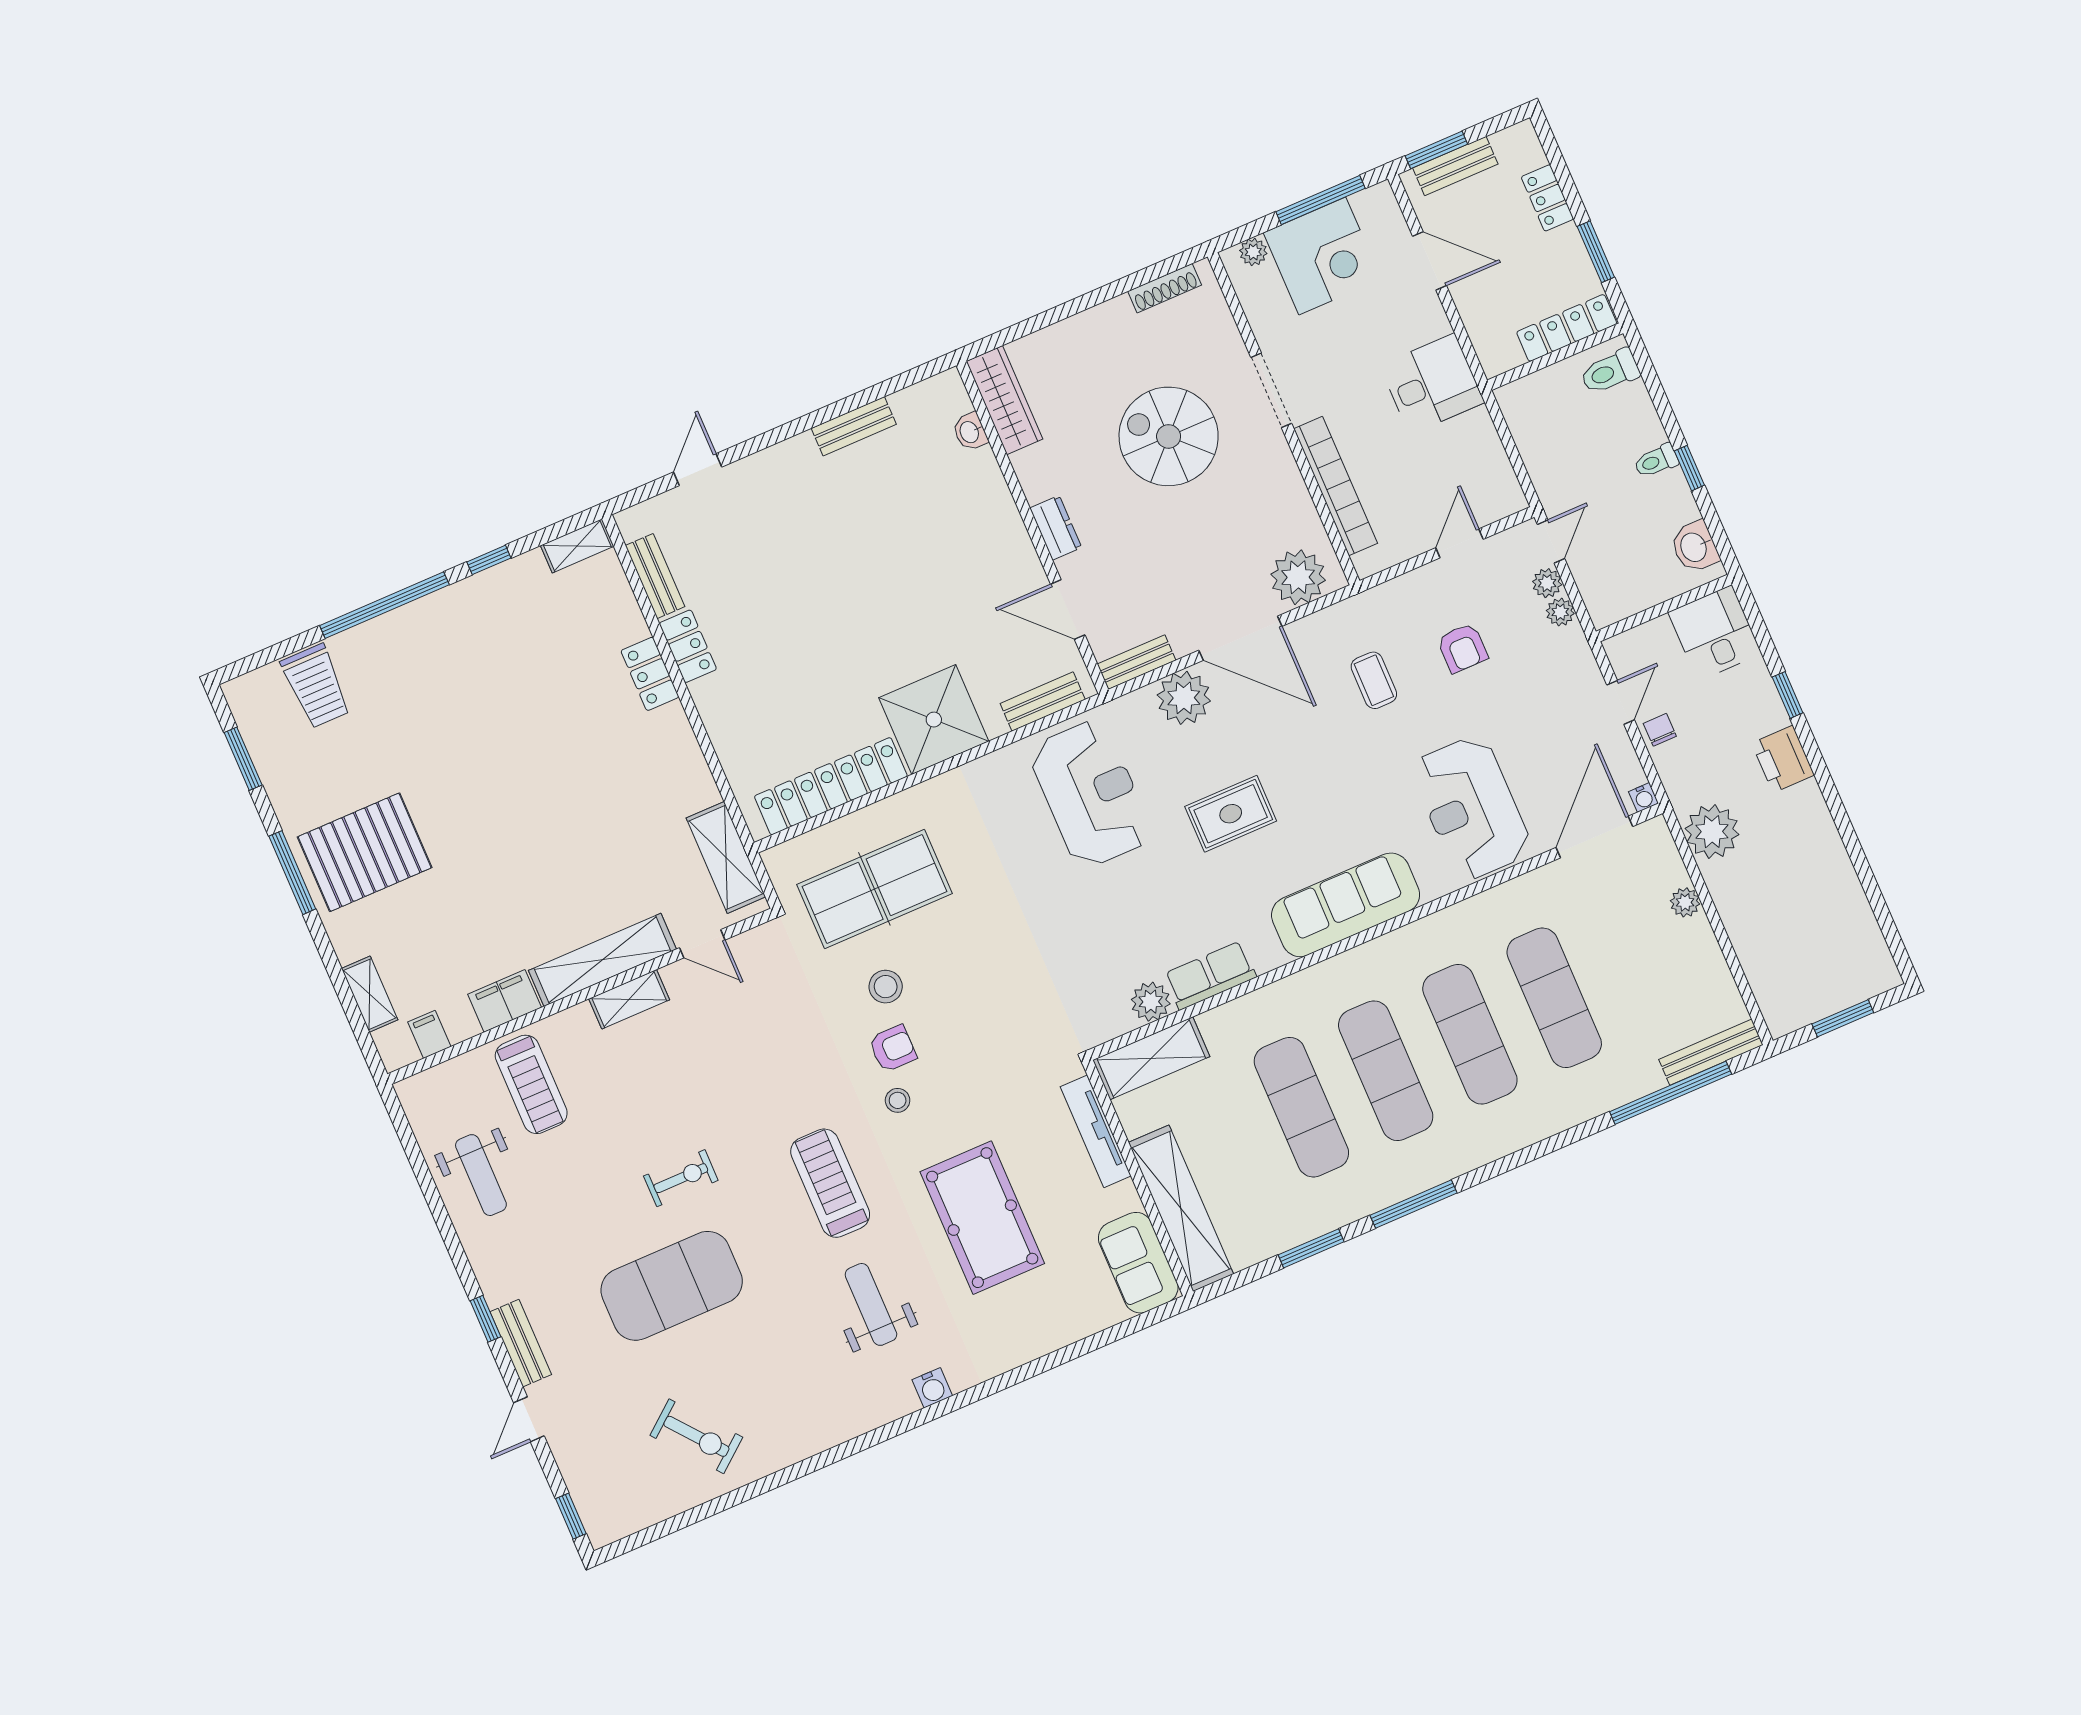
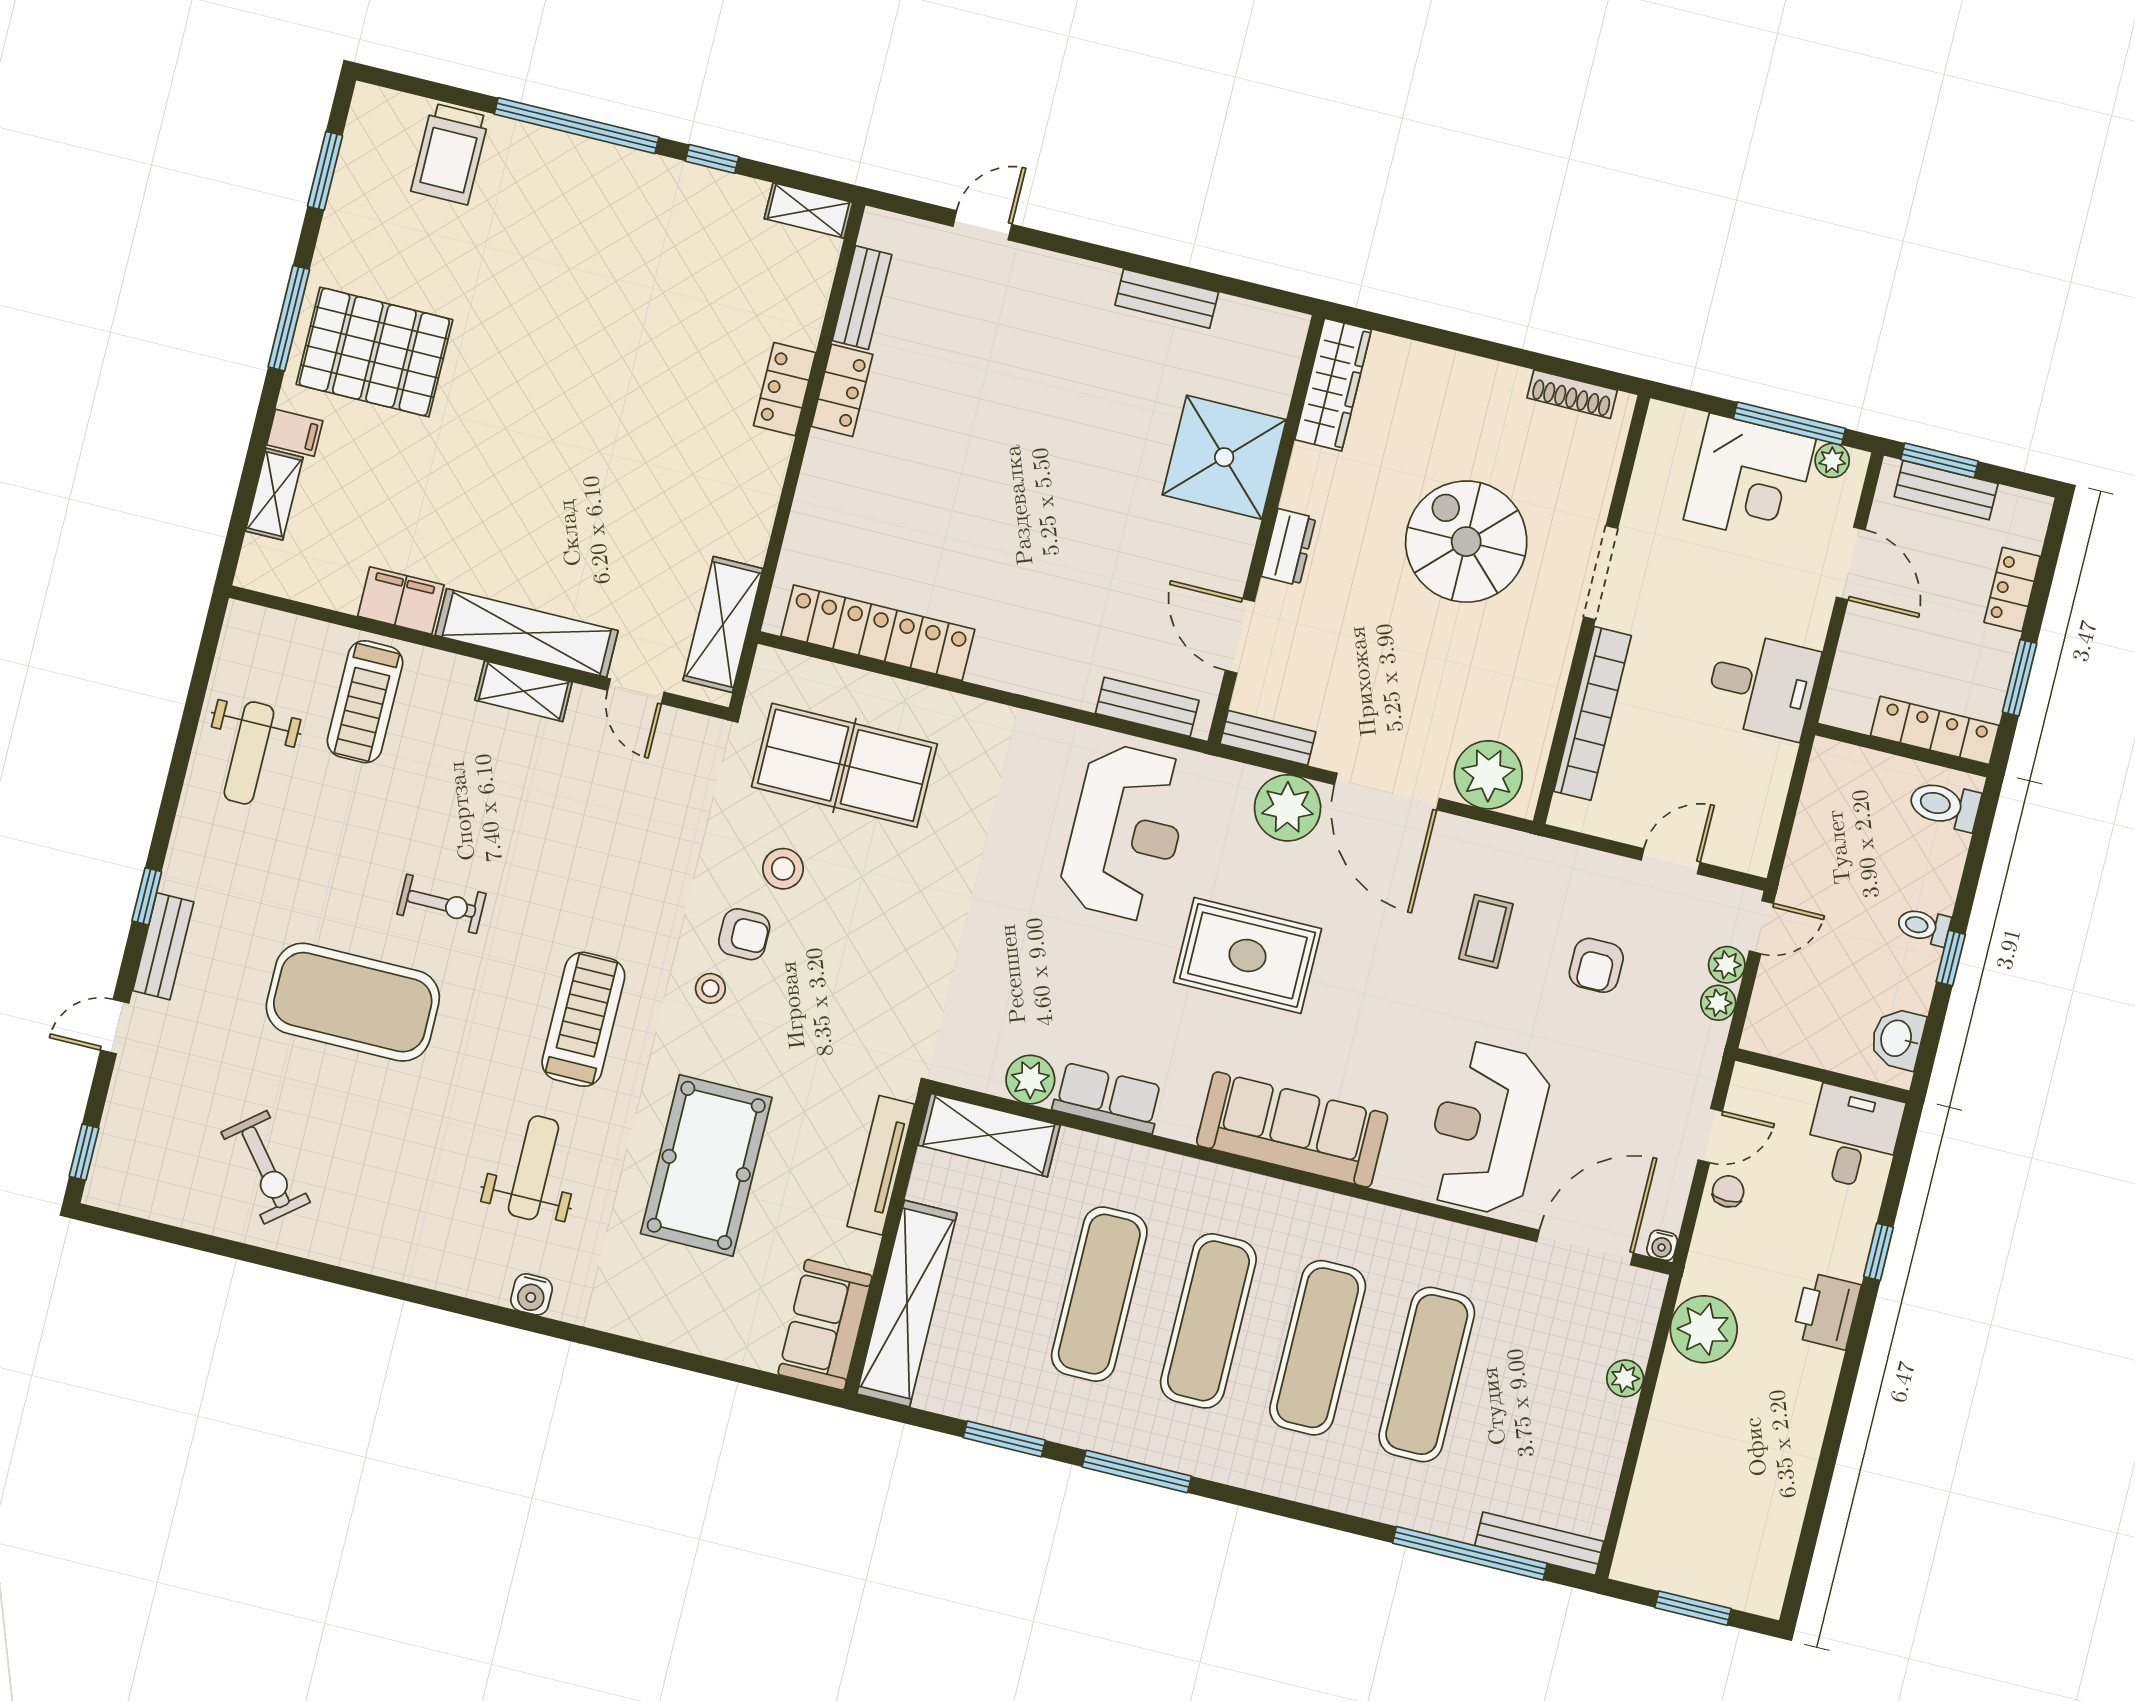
plant: (1253, 252) -> (1832, 460), moved
washbasin: (970, 432) -> (1276, 390), removed
shower: (934, 720) -> (1224, 457), moved
rug: (1231, 814) -> (1247, 956), width x1.36, depth x1.43
filing cabinet: (429, 1034) -> (295, 433), moved, turned 90

